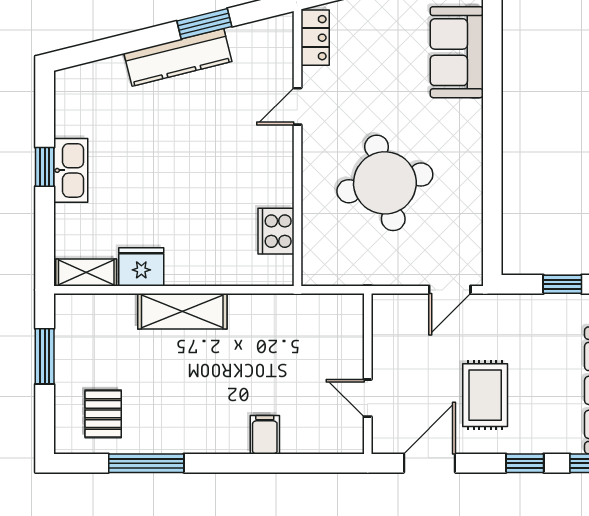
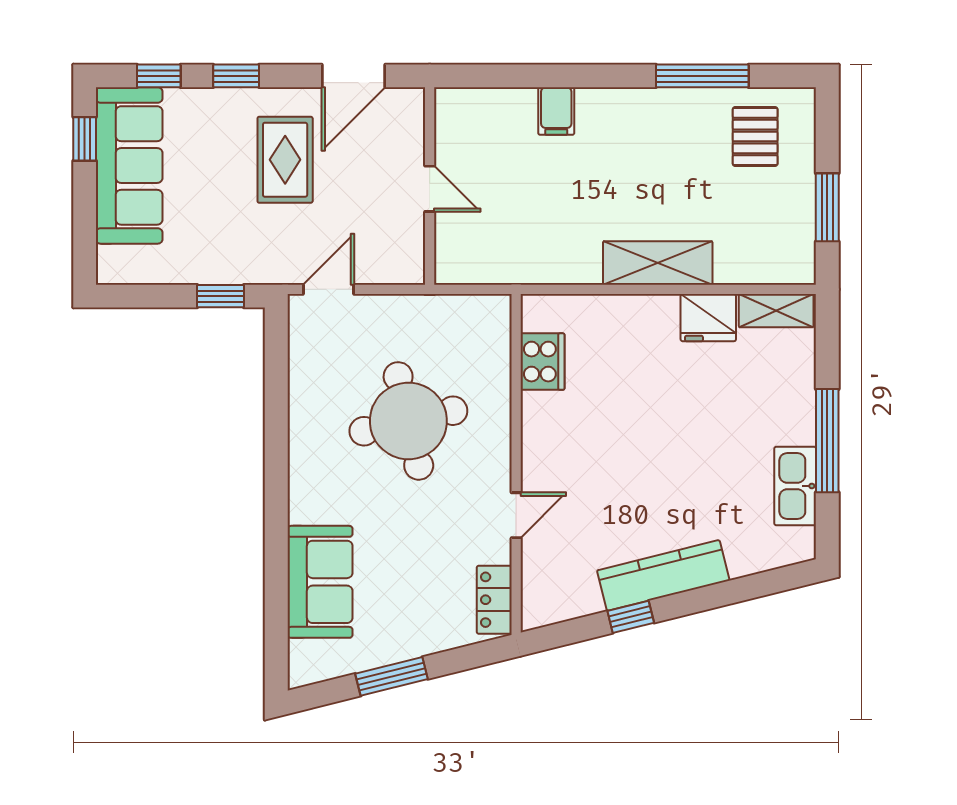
window: (204, 24) -> (631, 617), width x0.67
window: (45, 167) -> (827, 441), width x2.17
kitchen sink: (71, 170) -> (795, 486), moved
window: (562, 284) -> (220, 296), moved
door: (368, 398) -> (430, 189), moved

